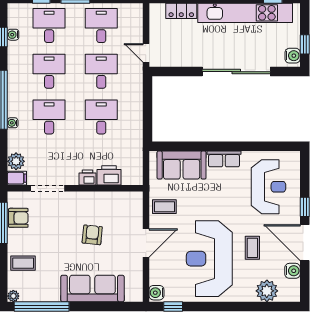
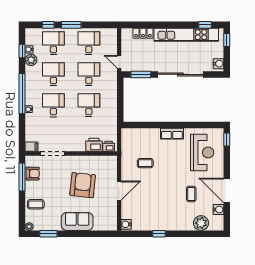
window: (305, 44) -> (227, 40), moved
window: (178, 72) -> (141, 74), added
plant: (16, 161) -> (31, 60), moved
sofa: (182, 165) -> (143, 138), removed
printer: (87, 178) -> (109, 146), moved
coffee table: (164, 207) -> (145, 163), moved
window: (305, 207) -> (227, 139), moved
armchair: (92, 235) -> (83, 185), width x1.88, depth x1.88
reception desk: (209, 259) -> (162, 201), removed
sofa: (92, 288) -> (77, 221), width x0.73
window: (42, 307) -> (48, 234), width x0.47
window: (173, 307) -> (159, 234), moved

